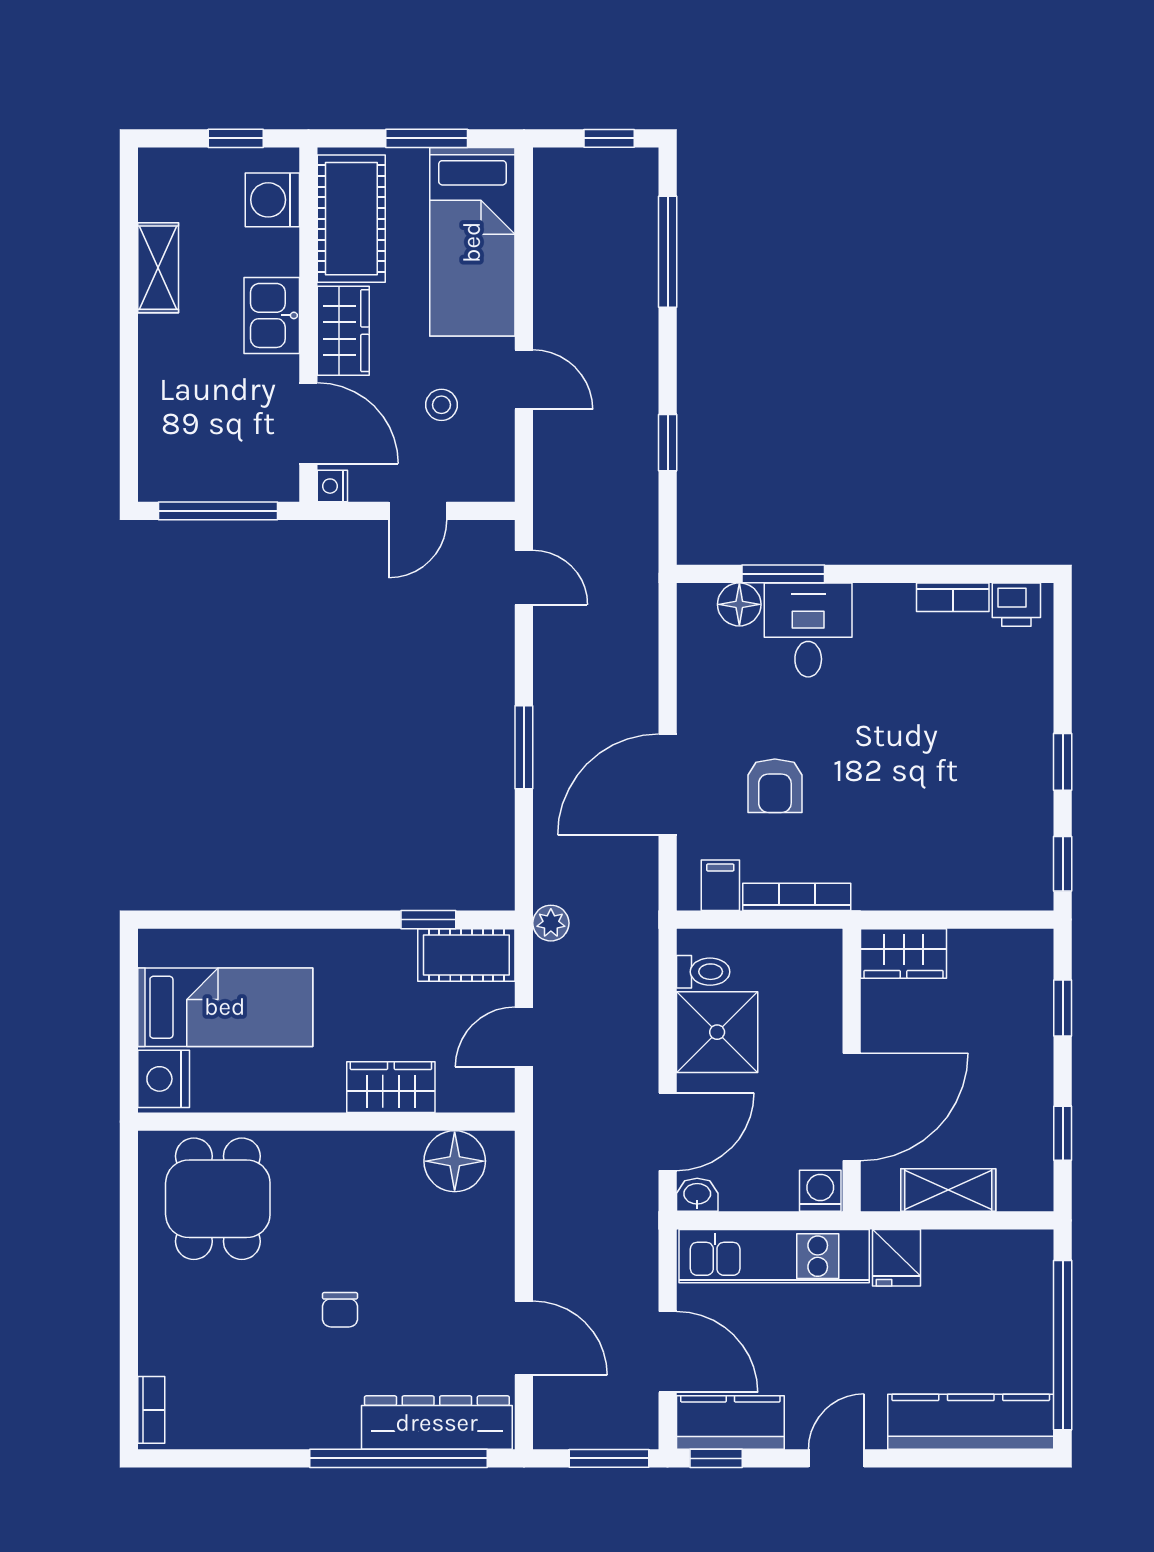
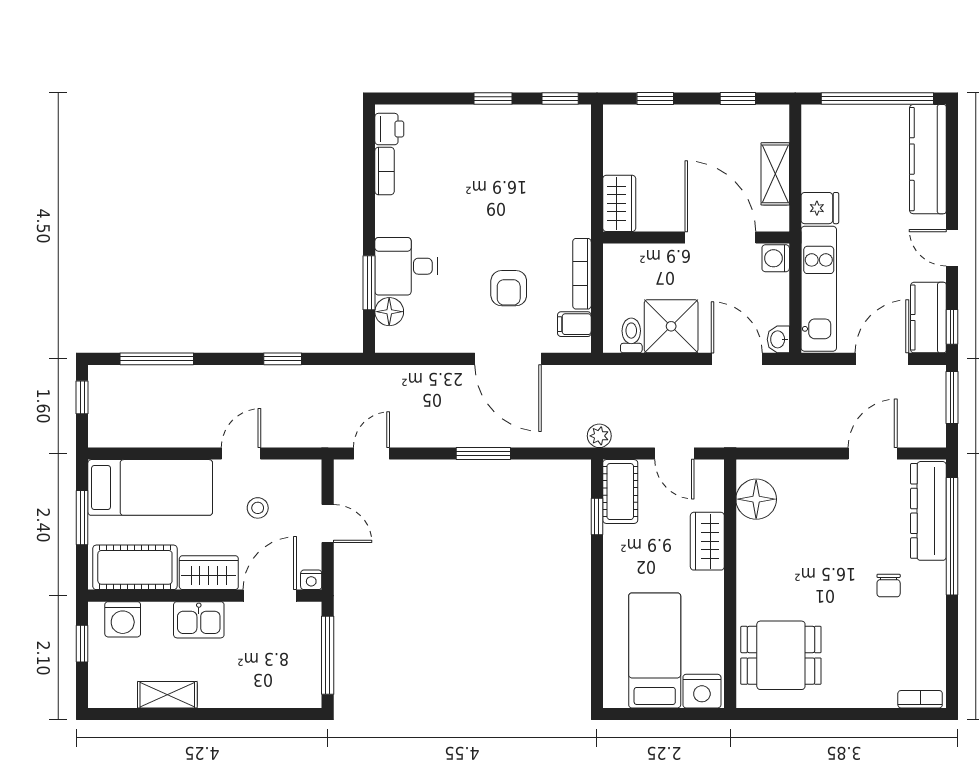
armchair: (775, 786) -> (509, 288), turned 90
chair: (340, 1310) -> (889, 585), moved, turned 90

